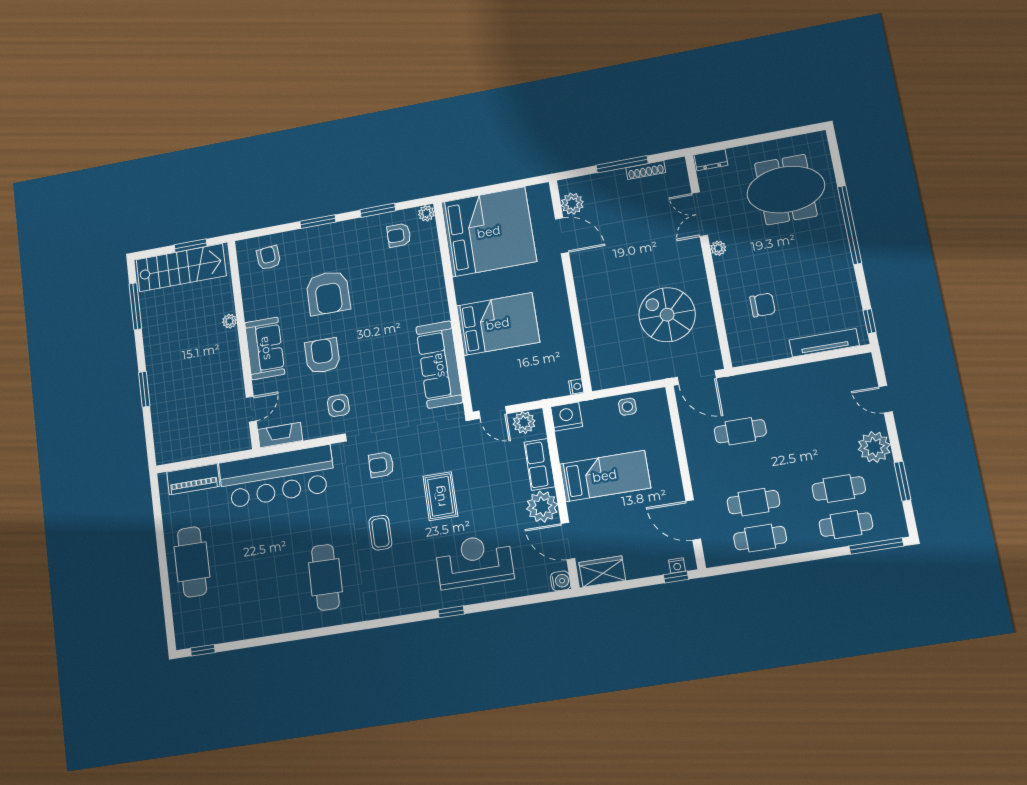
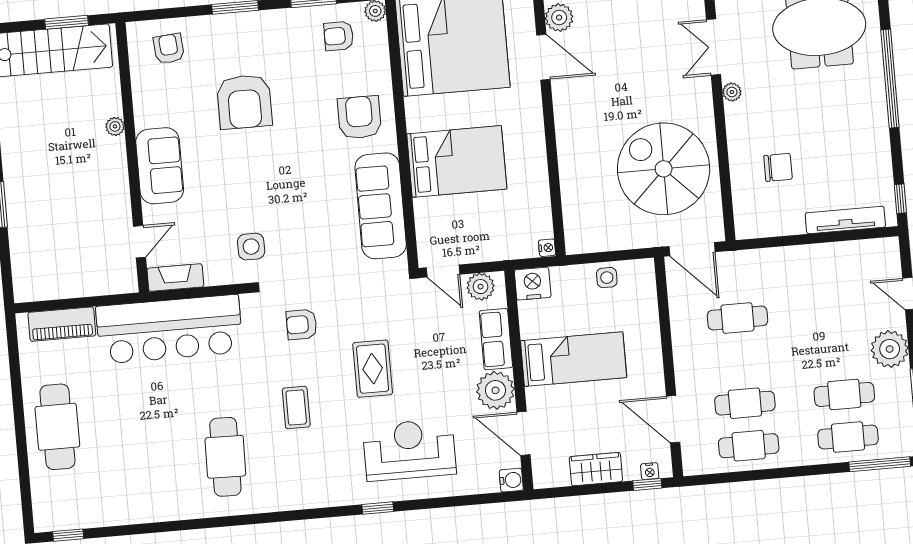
spiral stairs: (667, 315) -> (664, 169), width x1.37, depth x1.37
armchair: (322, 356) -> (359, 117), moved
wardrobe: (602, 571) -> (596, 469), moved

